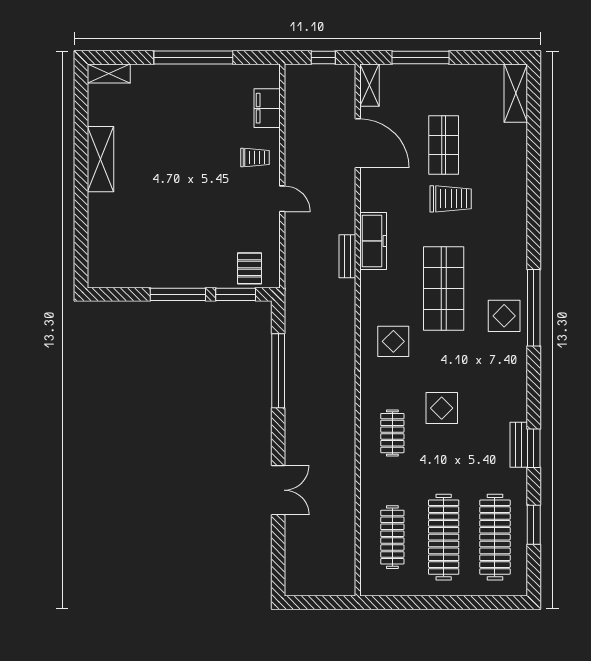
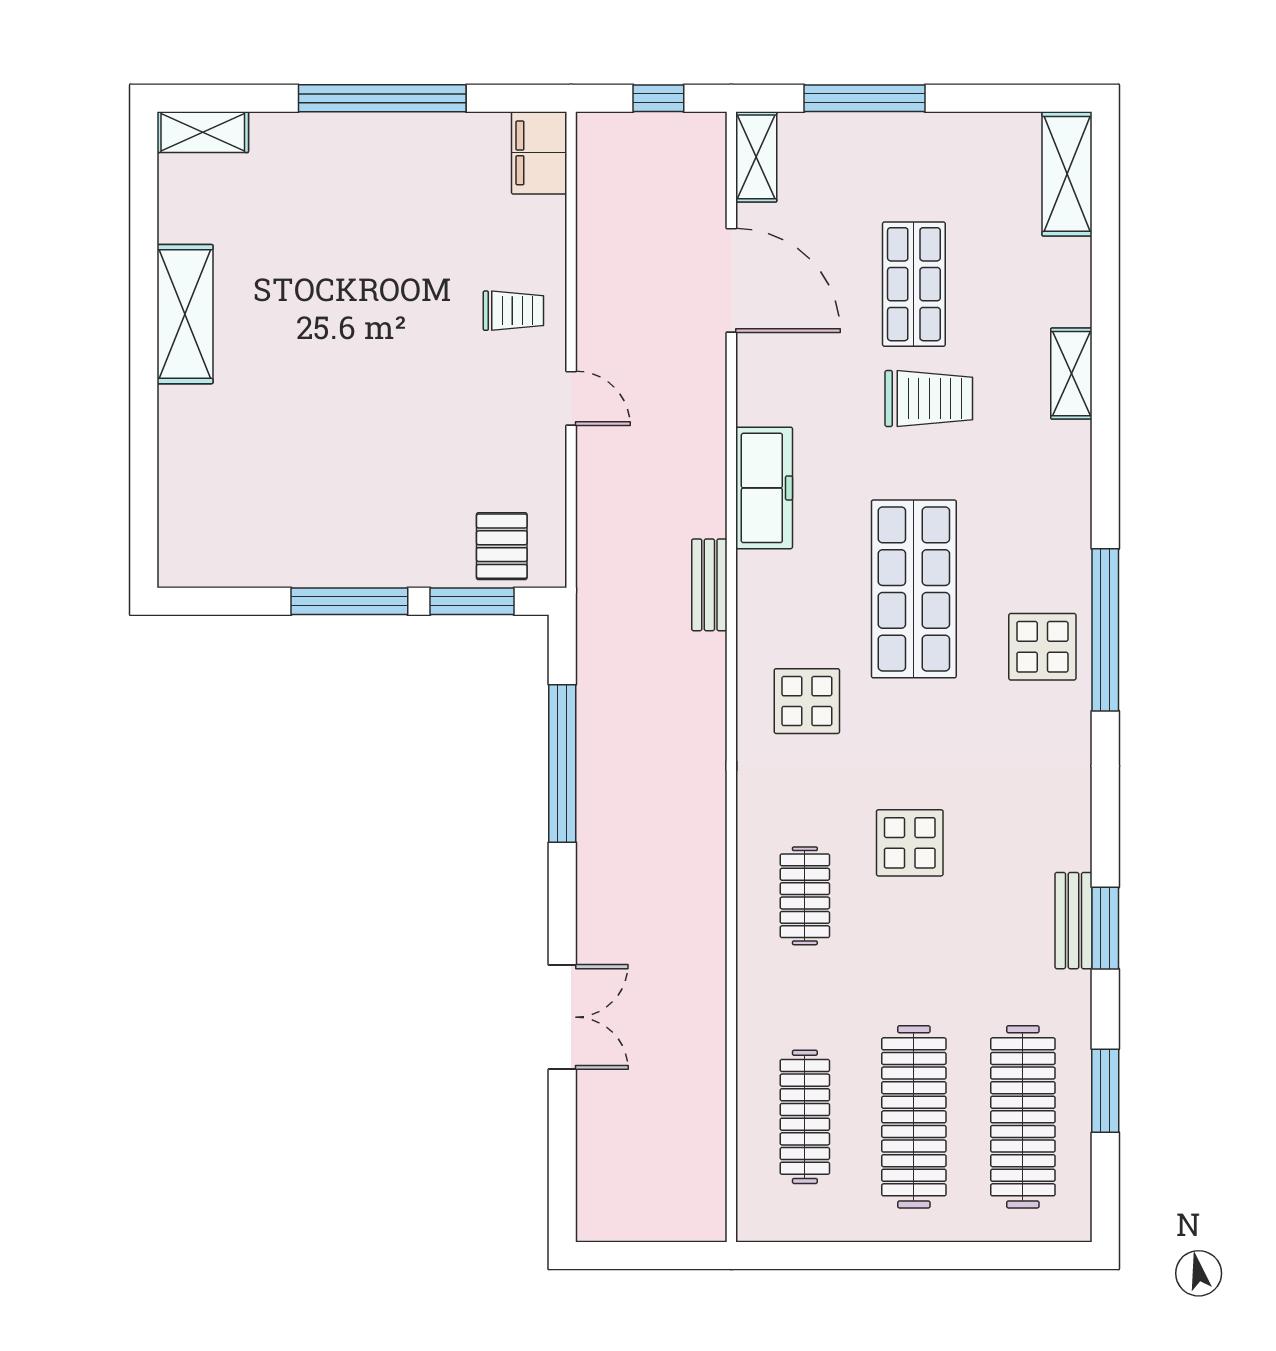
filing cabinet: (267, 108) -> (539, 153), moved
shelving: (518, 187) -> (1071, 374), added
bench: (347, 256) -> (709, 585), moved

